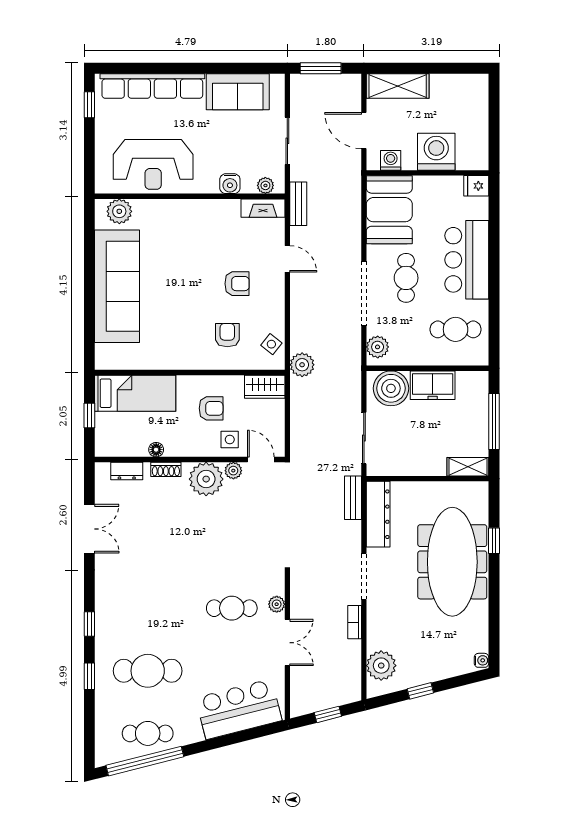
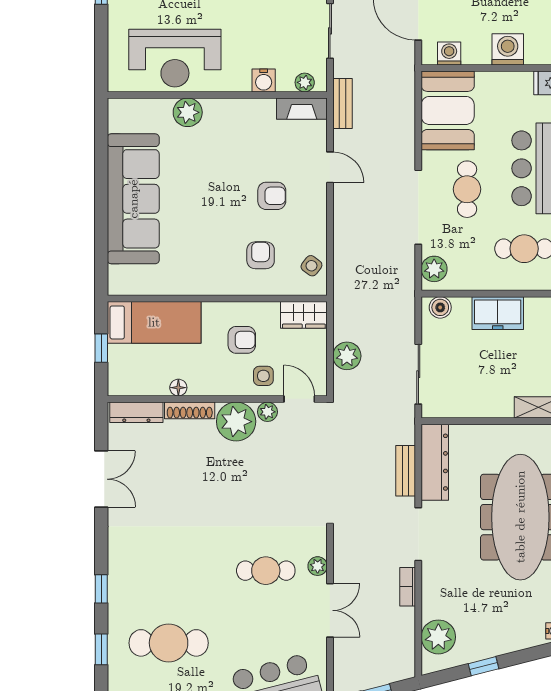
washing machine: (436, 152) -> (508, 49), width x0.73, depth x0.73
plant: (119, 211) -> (188, 112), moved
plant: (302, 365) -> (347, 356), moved
boiler: (391, 388) -> (440, 307), width x0.54, depth x0.54
shoe rack: (166, 469) -> (190, 410), width x1.43
dresser: (127, 471) -> (136, 412), width x1.44
bench: (353, 498) -> (406, 471), moved

